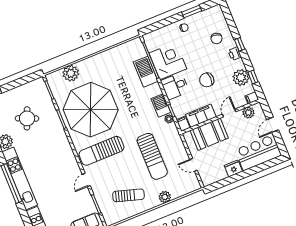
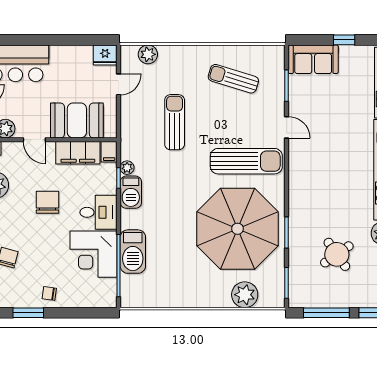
chair: (207, 80) -> (47, 202), turned -90
window: (19, 82) -> (326, 313), added
door: (229, 113) -> (34, 140), hinge flipped
round table: (27, 118) -> (337, 254), turned 32
sun lounger: (152, 156) -> (175, 122), width x0.73, depth x0.75
door: (194, 165) -> (119, 84), hinge flipped
fridge: (233, 168) -> (105, 55), moved
door: (86, 180) -> (287, 127), hinge flipped
plant: (165, 197) -> (148, 54), moved

